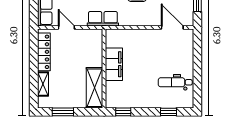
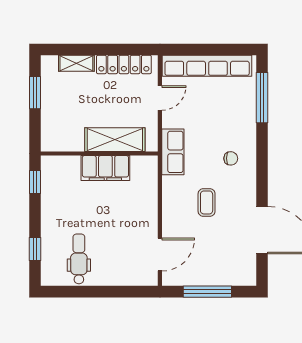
shelving: (95, 88) -> (115, 140), moved

